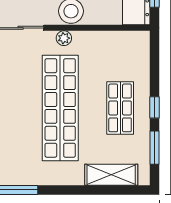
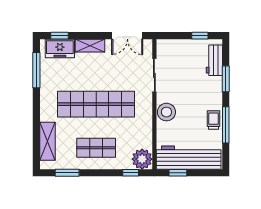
plant: (64, 38) -> (142, 159), moved, width x1.88, depth x1.88
window: (154, 107) -> (131, 173), moved

